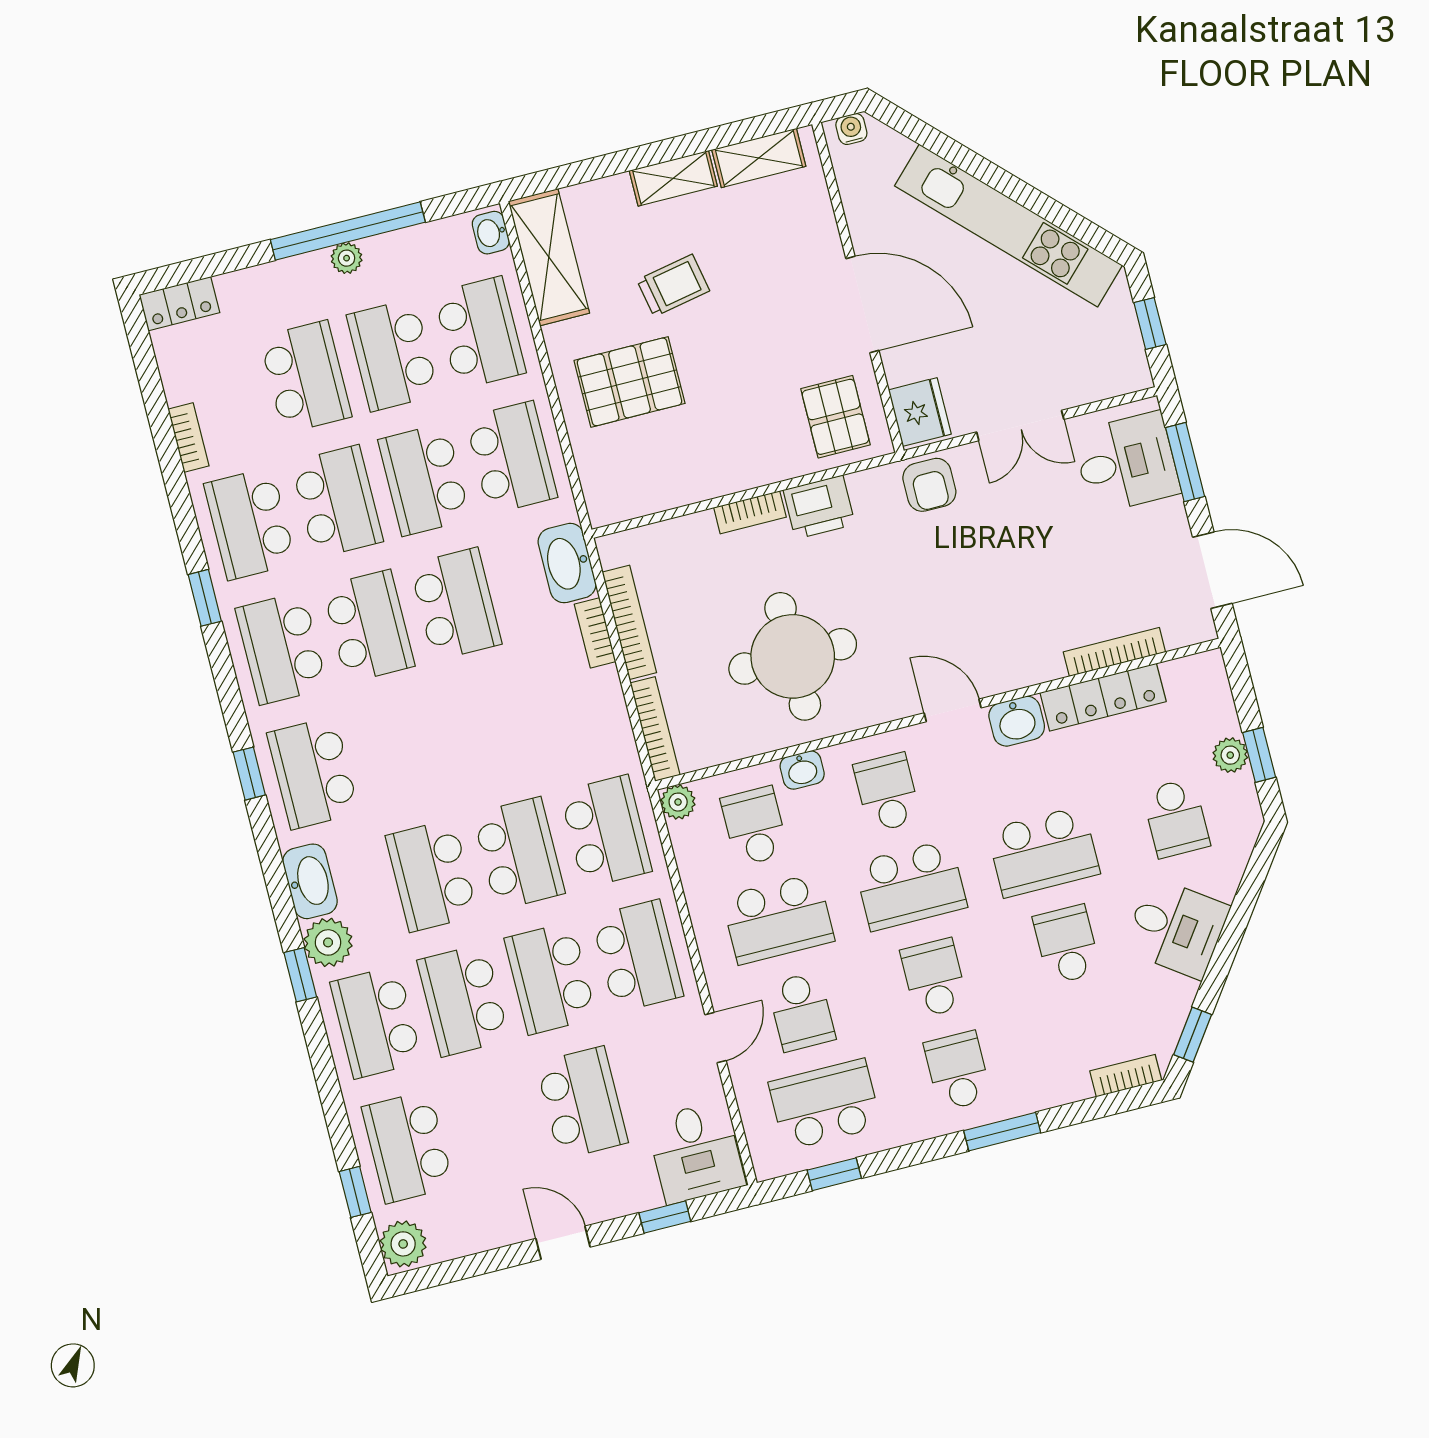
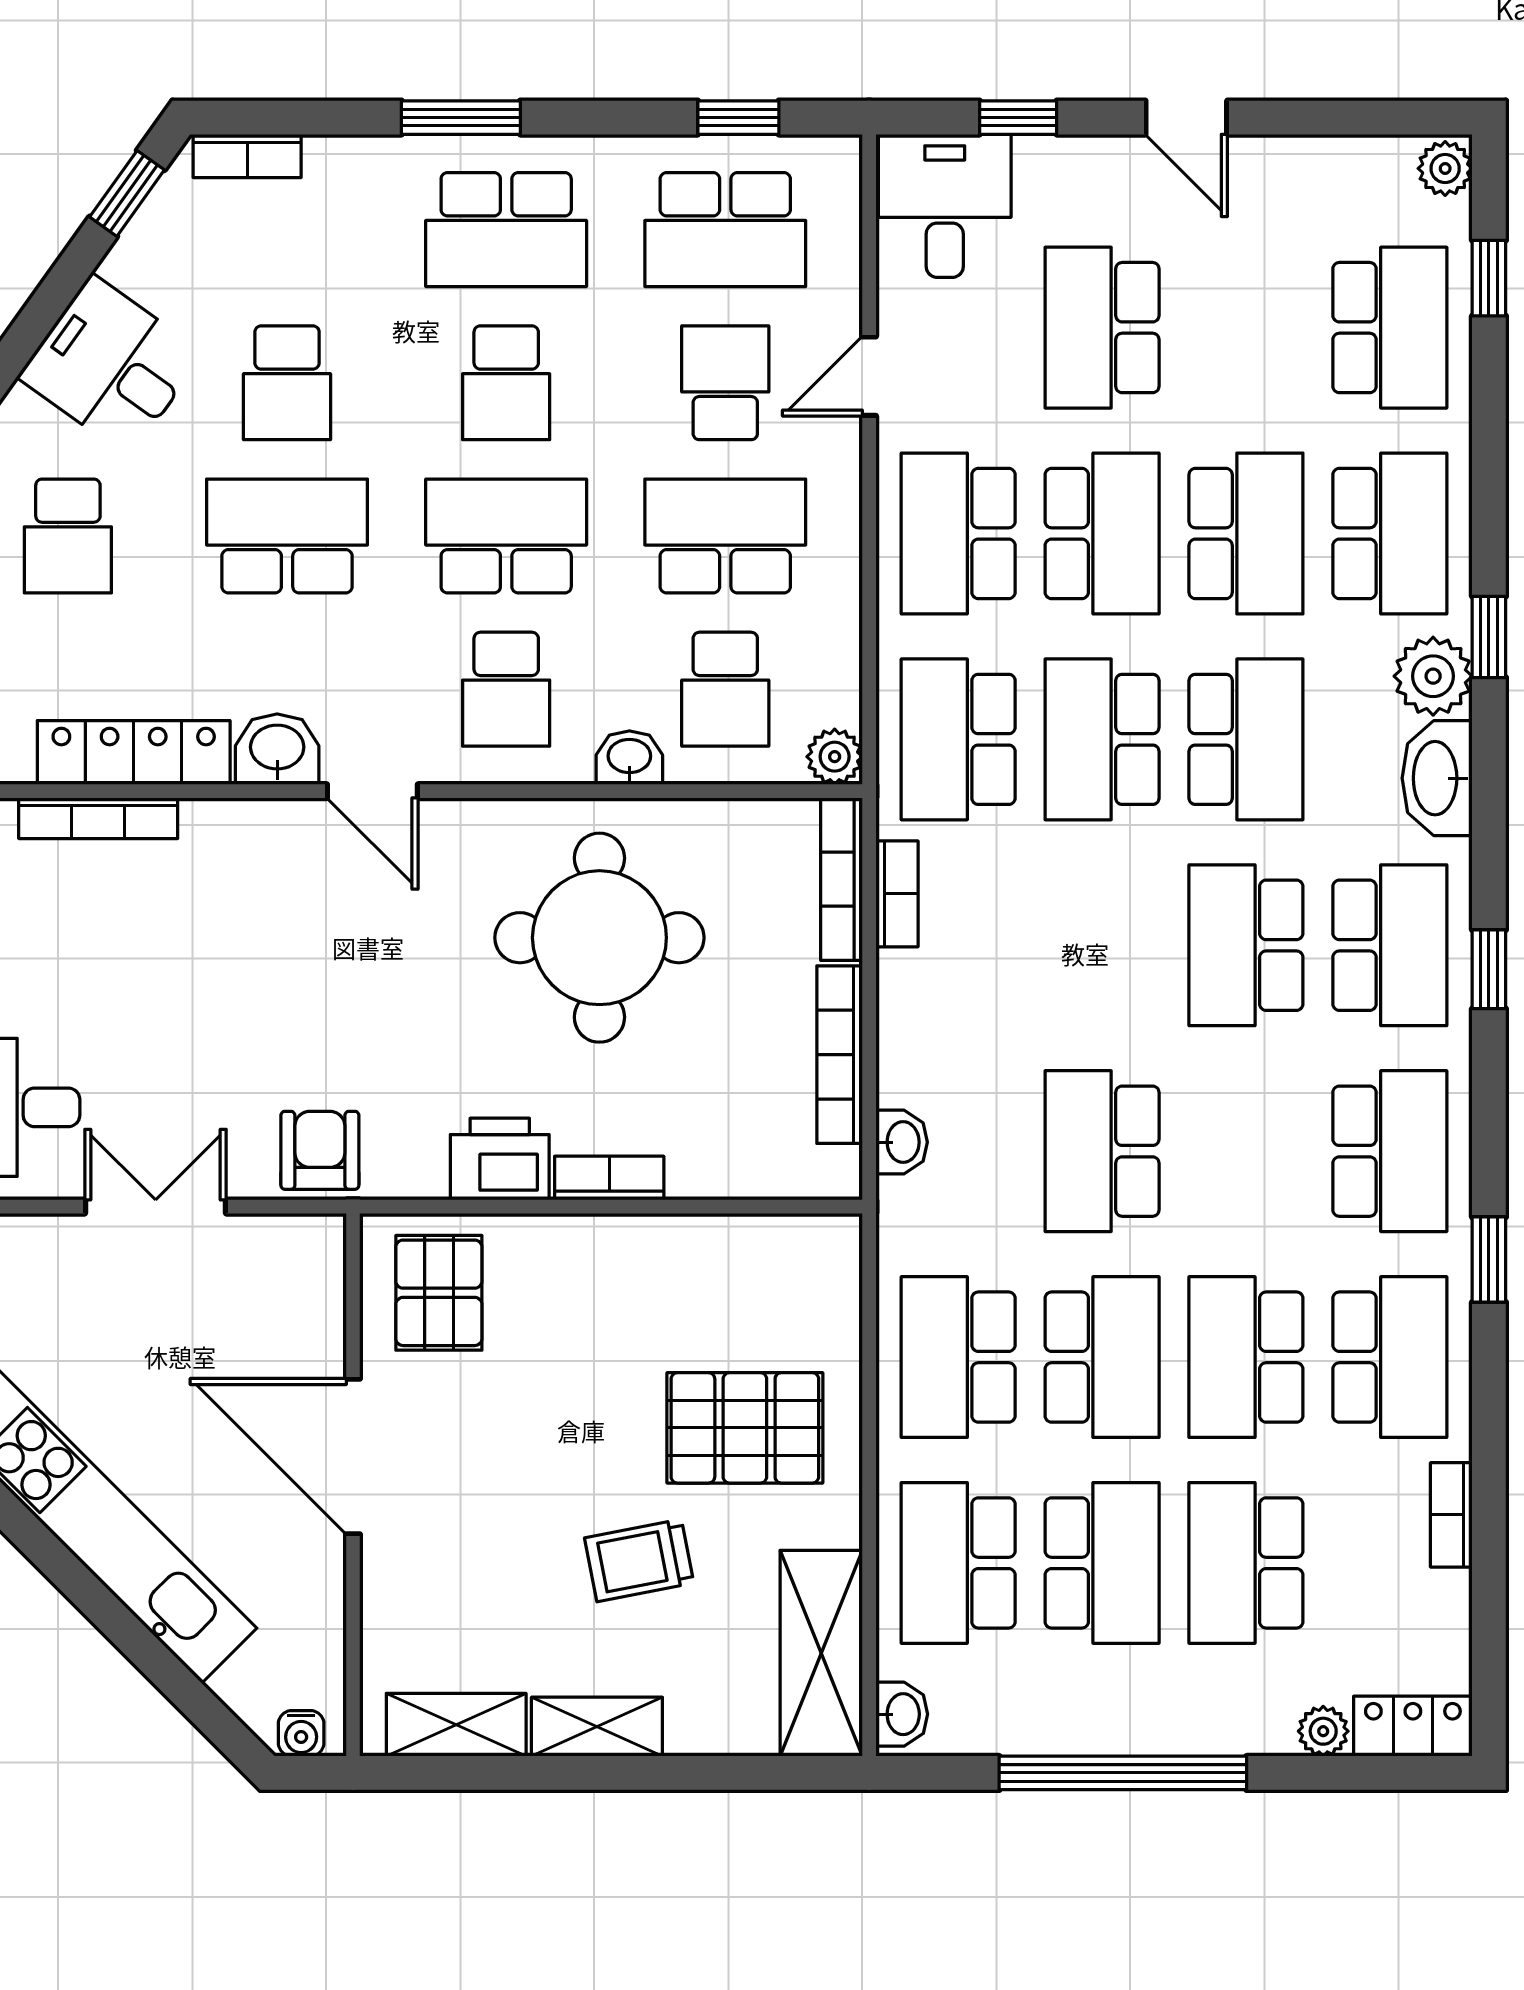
plant: (347, 258) -> (1323, 1731), moved
fridge: (920, 412) -> (306, 1267), removed
washbasin: (567, 563) -> (902, 1142), width x0.52, depth x0.69
school desk: (369, 626) -> (1246, 945), moved
bookcase: (595, 633) -> (897, 894), moved
school desk: (1176, 818) -> (68, 536), turned 180
school desk: (958, 1071) -> (506, 230), width x1.85
plant: (403, 1244) -> (1445, 168), width x0.73, depth x0.73

